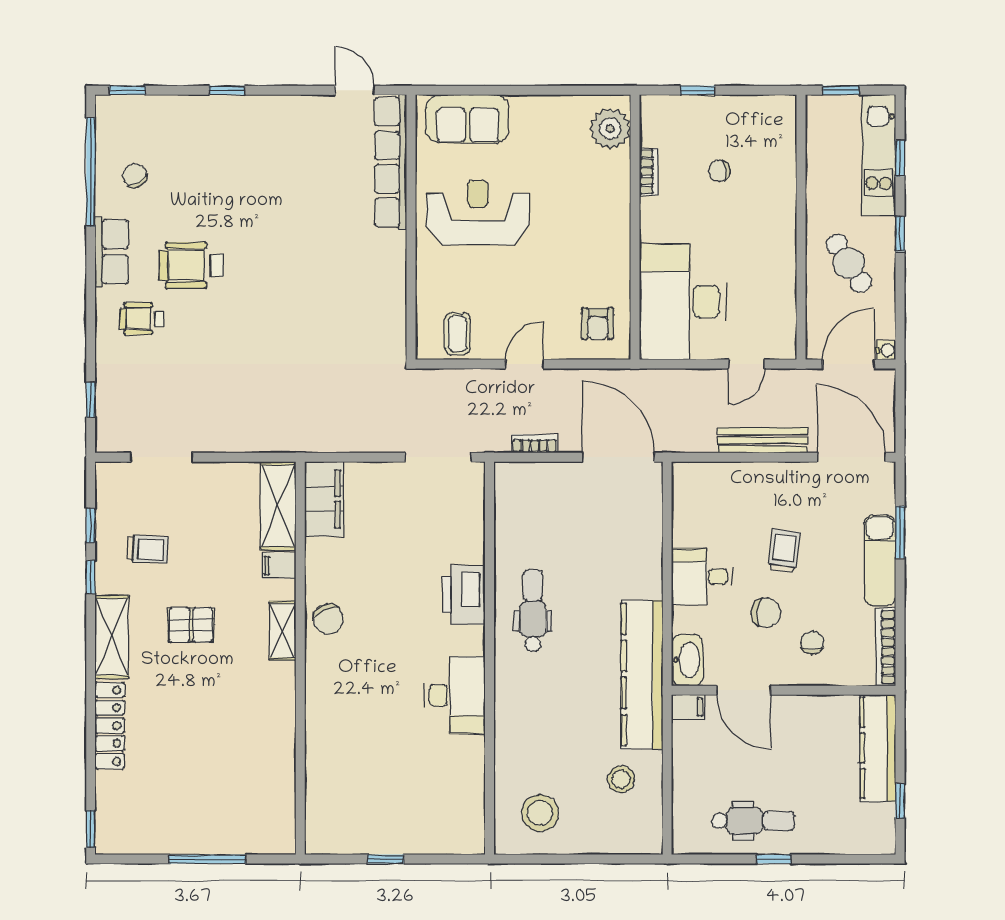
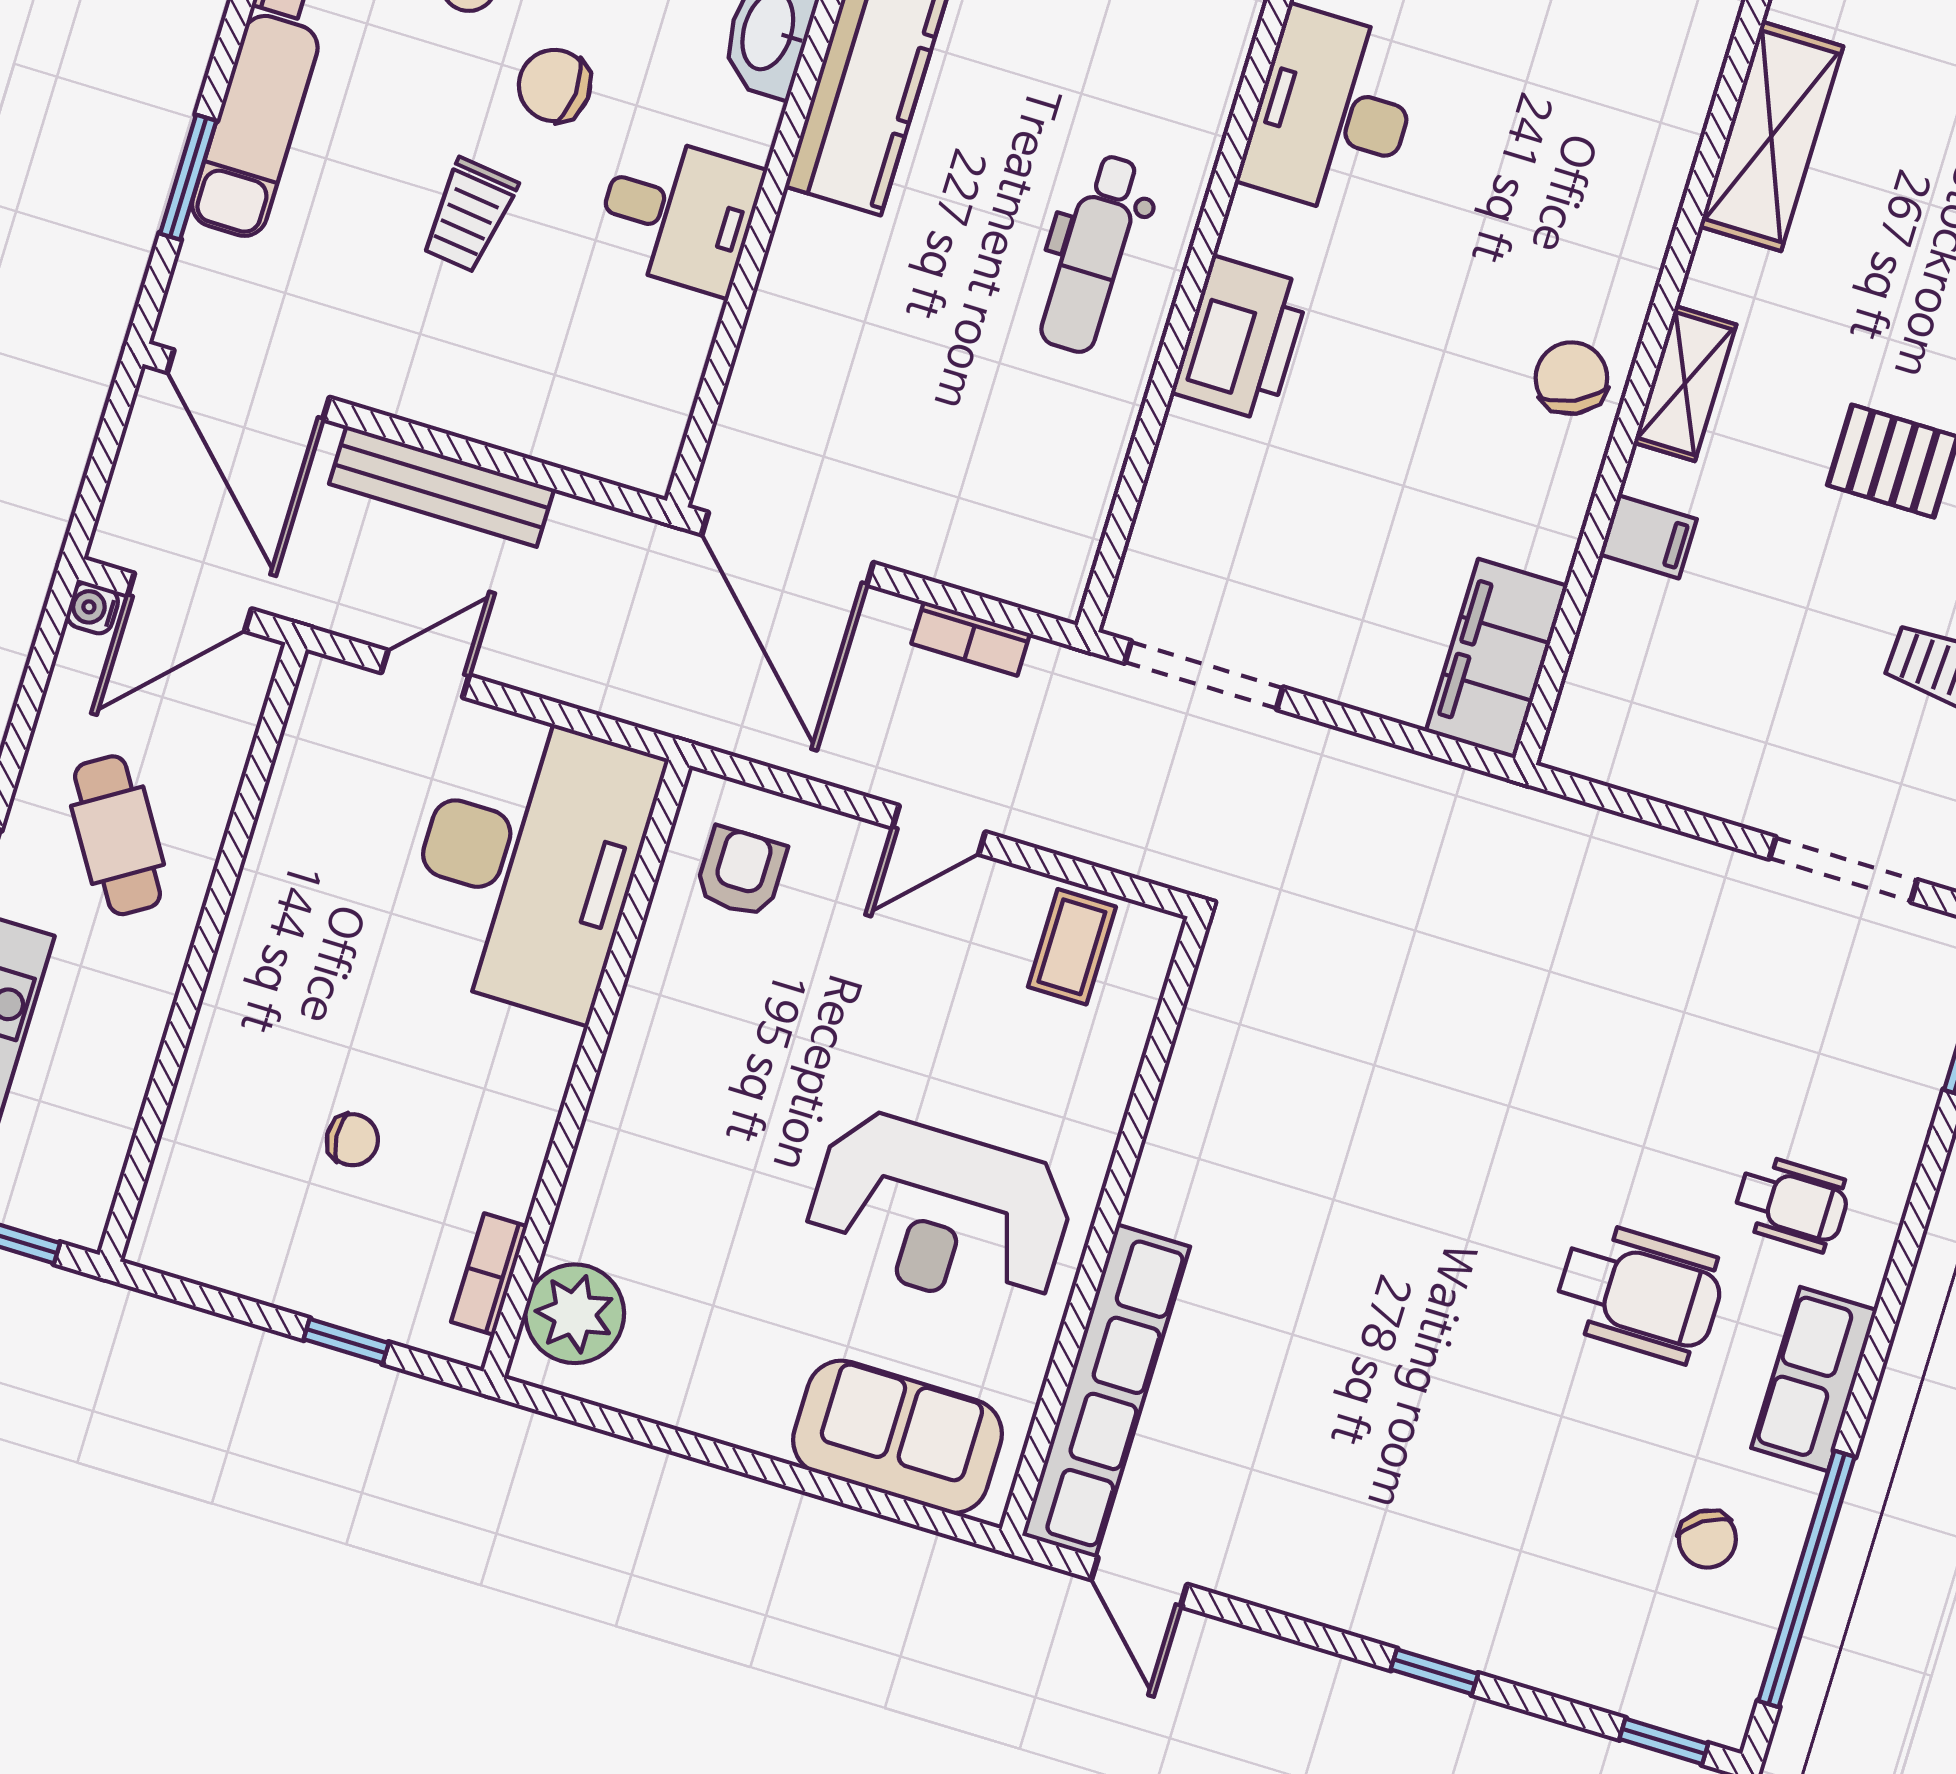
bookcase: (649, 172) -> (489, 1274), moved
shelving: (278, 506) -> (1771, 136), moved

